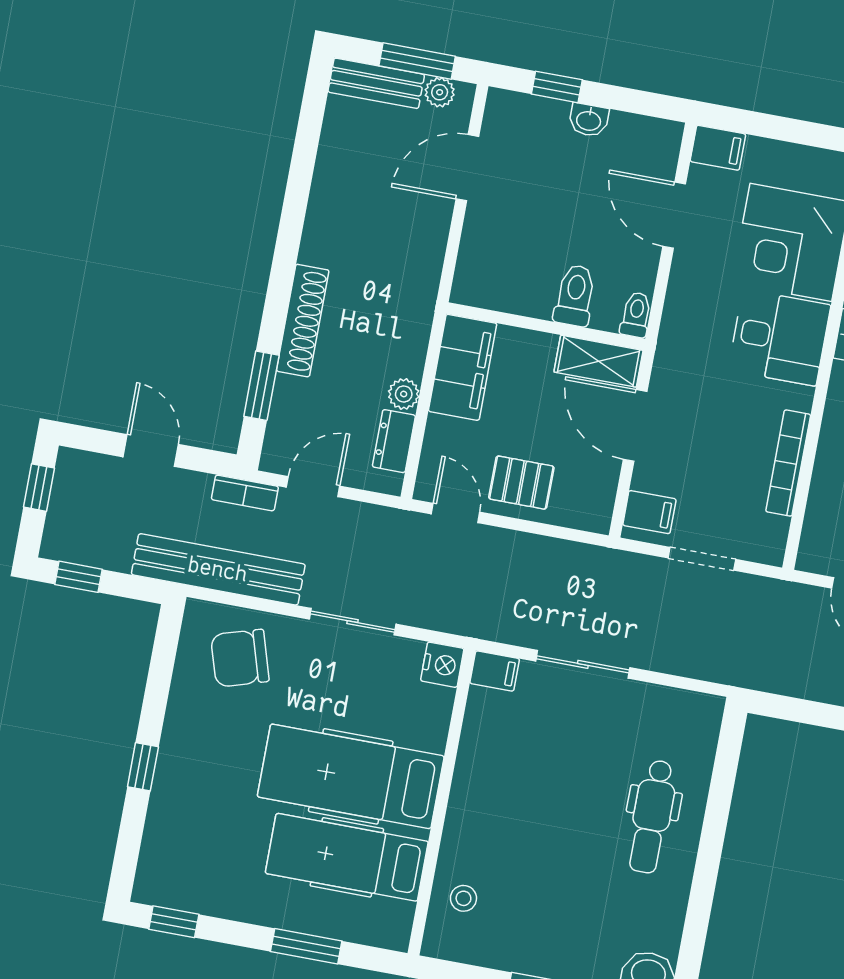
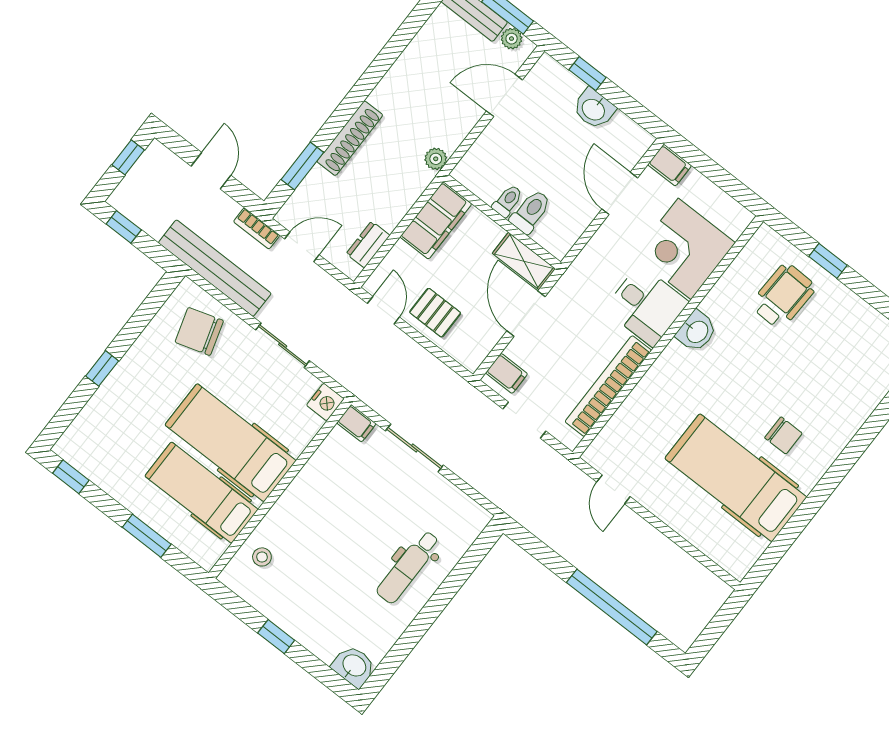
washbasin: (589, 120) -> (594, 109), width x1.38, depth x1.45
toilet: (636, 315) -> (508, 201), moved
plant: (404, 394) -> (436, 159), moved
bookcase: (788, 463) -> (608, 386), width x1.48, depth x1.31

